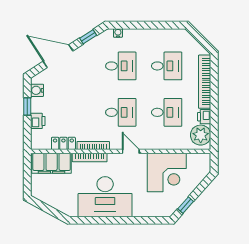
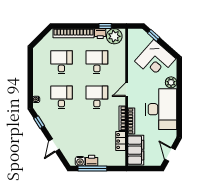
door: (58, 56) -> (54, 145), width x0.53
window: (27, 106) -> (92, 169), width x2.17
printer: (38, 121) -> (92, 161), moved
window: (214, 123) -> (105, 26), added
corner desk: (167, 172) -> (155, 60), moved, turned 132
window: (186, 205) -> (154, 35), moved
door: (46, 208) -> (170, 154), added
plant: (140, 209) -> (171, 82), added

